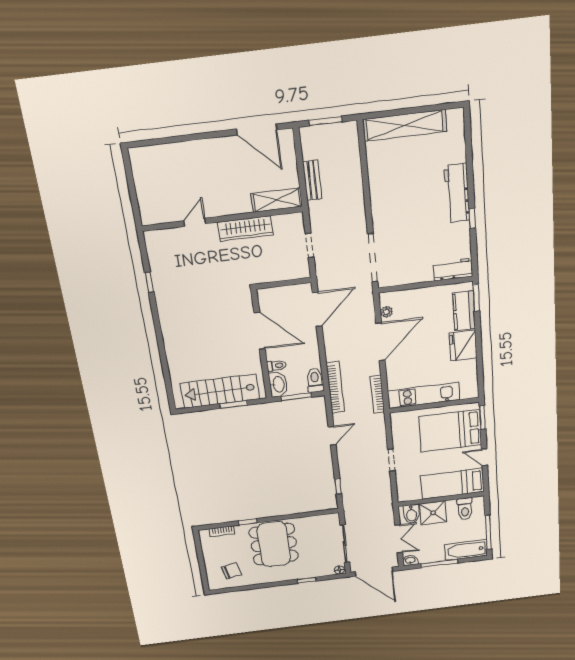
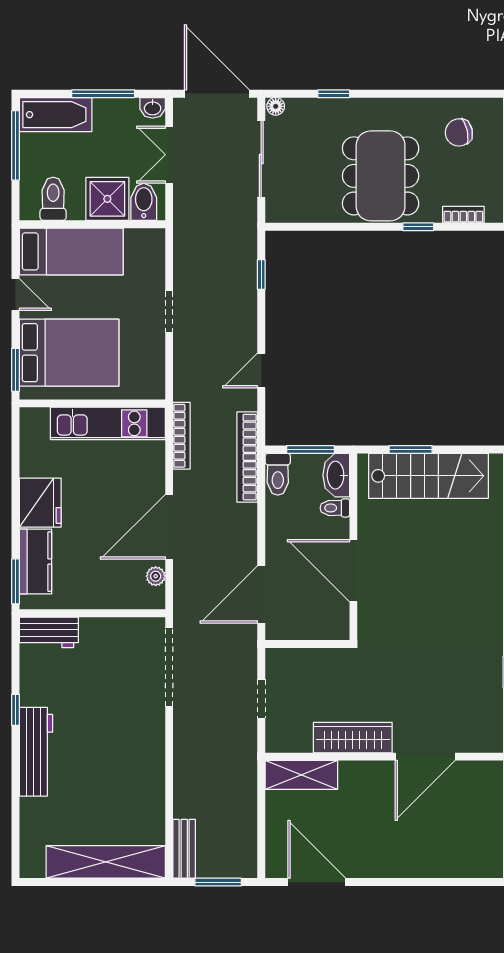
bench: (312, 180) -> (184, 849), moved
door: (195, 222) -> (425, 757), width x1.88

